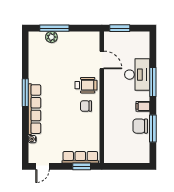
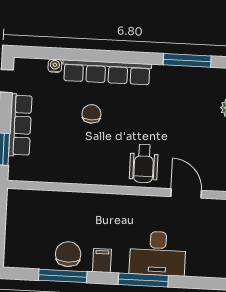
door: (102, 60) -> (186, 193), swing flipped
window: (25, 93) -> (187, 60), moved
chair: (86, 106) -> (91, 114), moved
row of seats: (80, 157) -> (20, 125), moved

